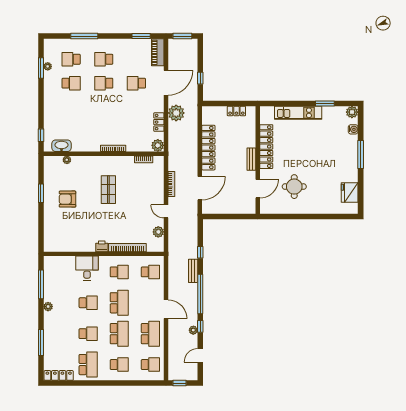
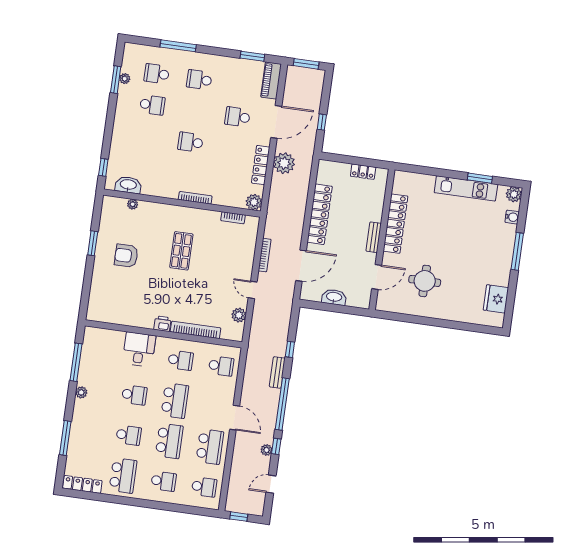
school desk: (104, 83) -> (190, 142), moved
kitchen unit: (298, 113) -> (466, 188), moved
locker: (159, 122) -> (261, 165), width x1.53
washbasin: (228, 208) -> (334, 297), added

